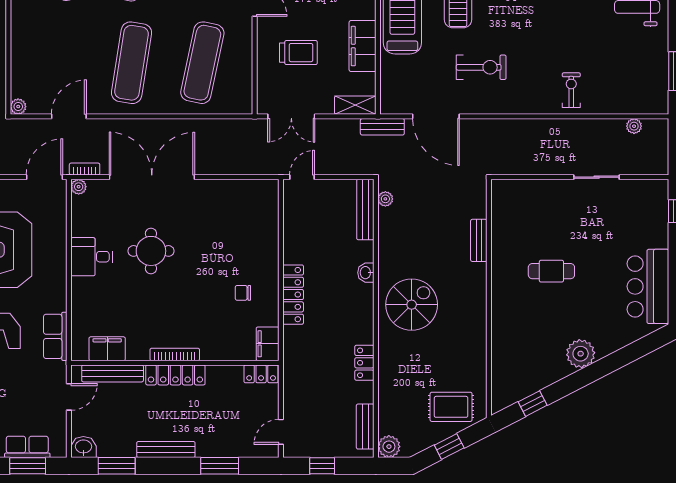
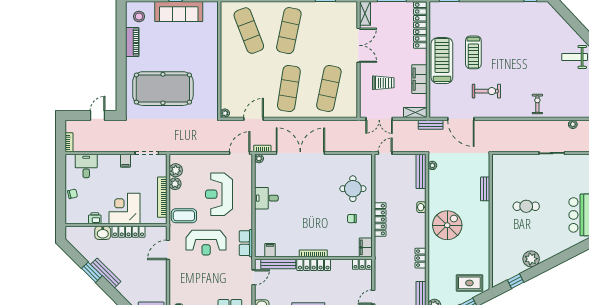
round table: (151, 251) -> (353, 189), moved
filing cabinet: (107, 349) -> (270, 250), width x0.50
plant: (581, 354) -> (531, 259), moved

